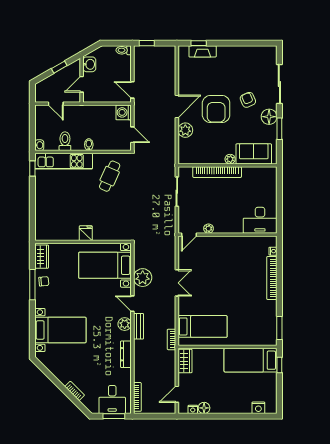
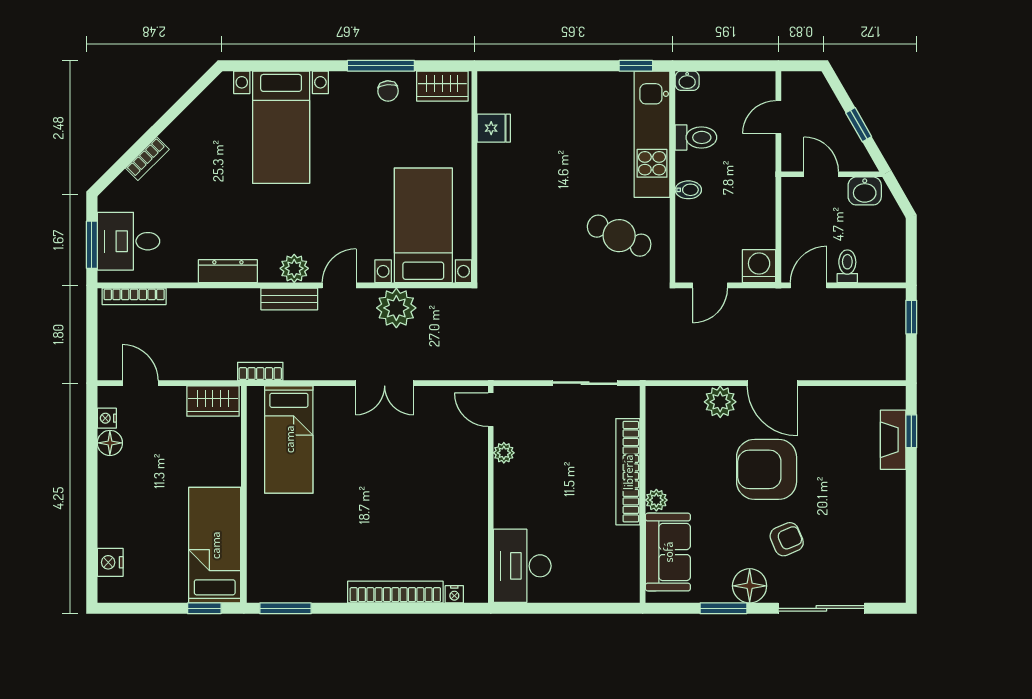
toilet: (124, 50) -> (847, 266), moved
fridge: (86, 233) -> (494, 128), moved

